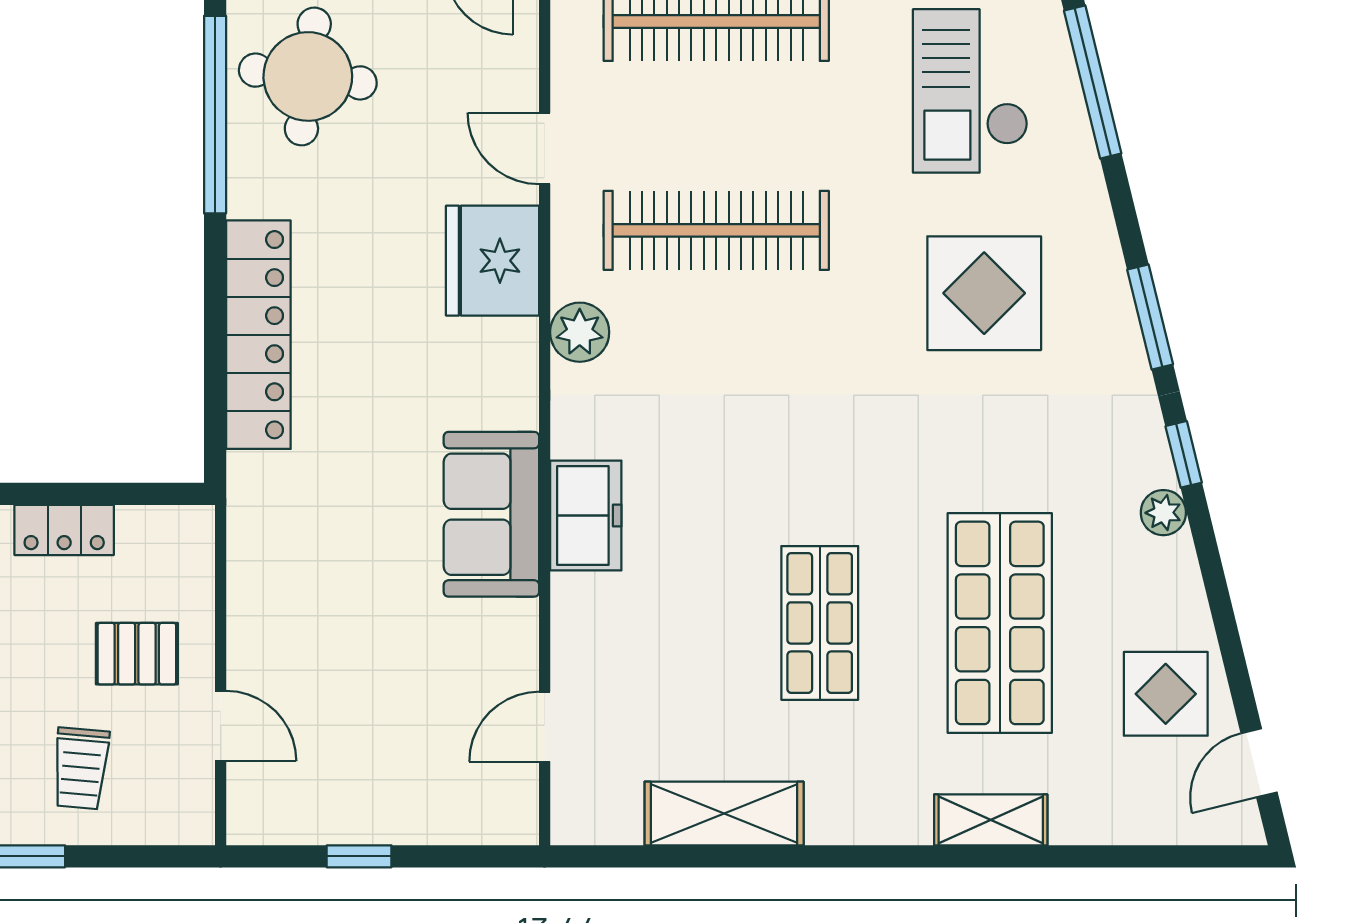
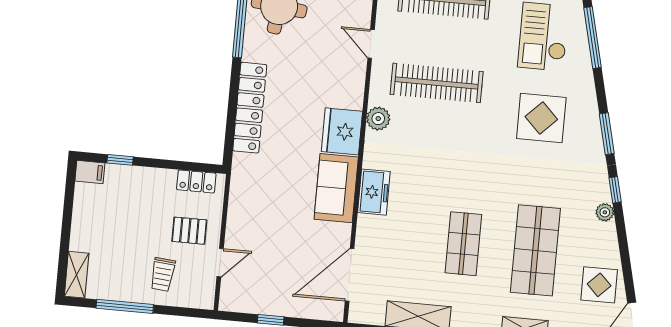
fridge: (493, 261) -> (342, 131), moved
locker: (64, 530) -> (196, 181), moved
door: (221, 726) -> (220, 263), hinge flipped
door: (545, 727) -> (350, 275), width x1.88

